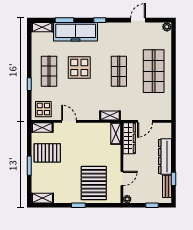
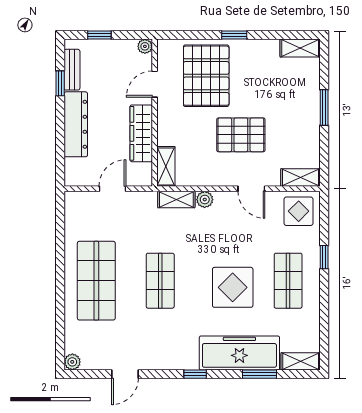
plant: (95, 115) -> (205, 200), added
wardrobe: (129, 138) -> (141, 133), moved
pallet: (47, 153) -> (241, 135), moved

